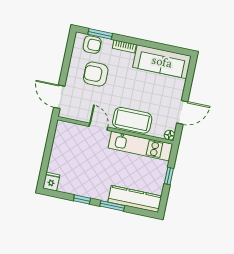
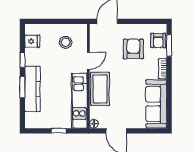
stool: (72, 148) -> (66, 42), added
fridge: (51, 182) -> (32, 41), moved
kitchen counter: (135, 199) -> (32, 89), moved

